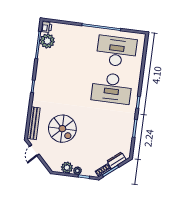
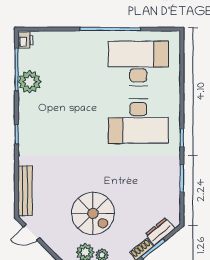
plant: (47, 41) -> (30, 82), moved
spiral stairs: (62, 129) -> (93, 213), moved
door: (34, 150) -> (31, 232), hinge flipped

